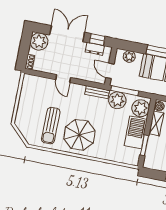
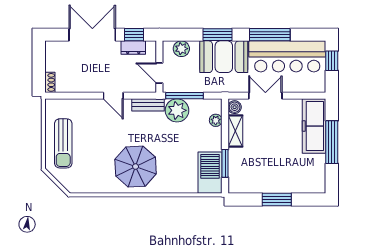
plant: (39, 42) -> (57, 53), removed
door: (63, 79) -> (113, 96), moved
plant: (141, 108) -> (216, 120), width x0.53, depth x0.53
sun lounger: (51, 126) -> (63, 143), moved
barbecue: (136, 132) -> (210, 173), moved

